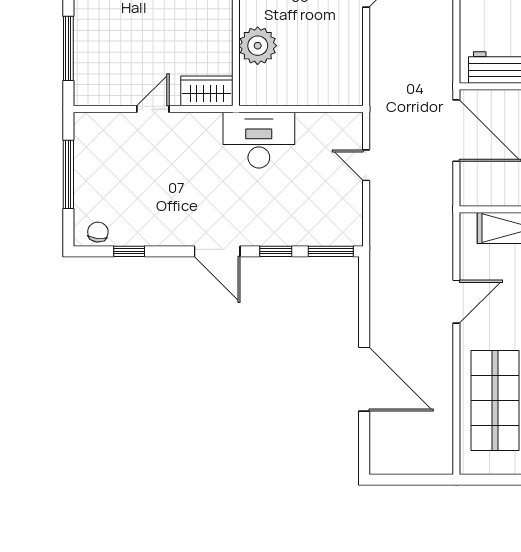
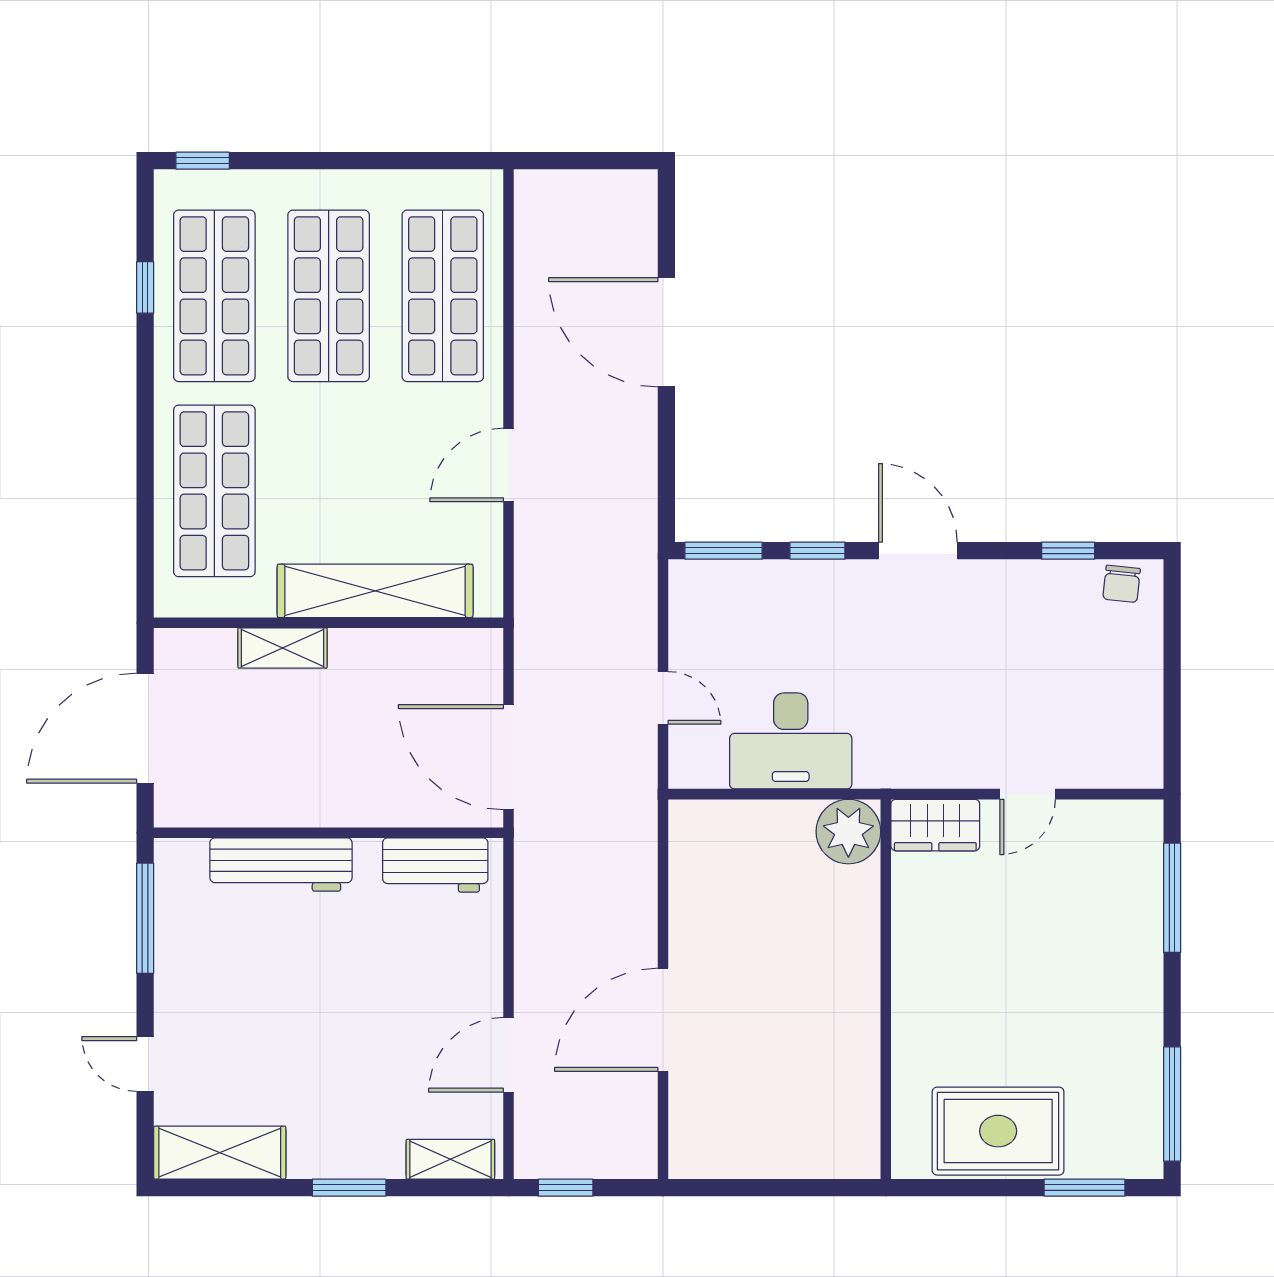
plant: (258, 46) -> (848, 832), moved
desk: (259, 140) -> (791, 741), moved
window: (68, 174) -> (1172, 682), removed

